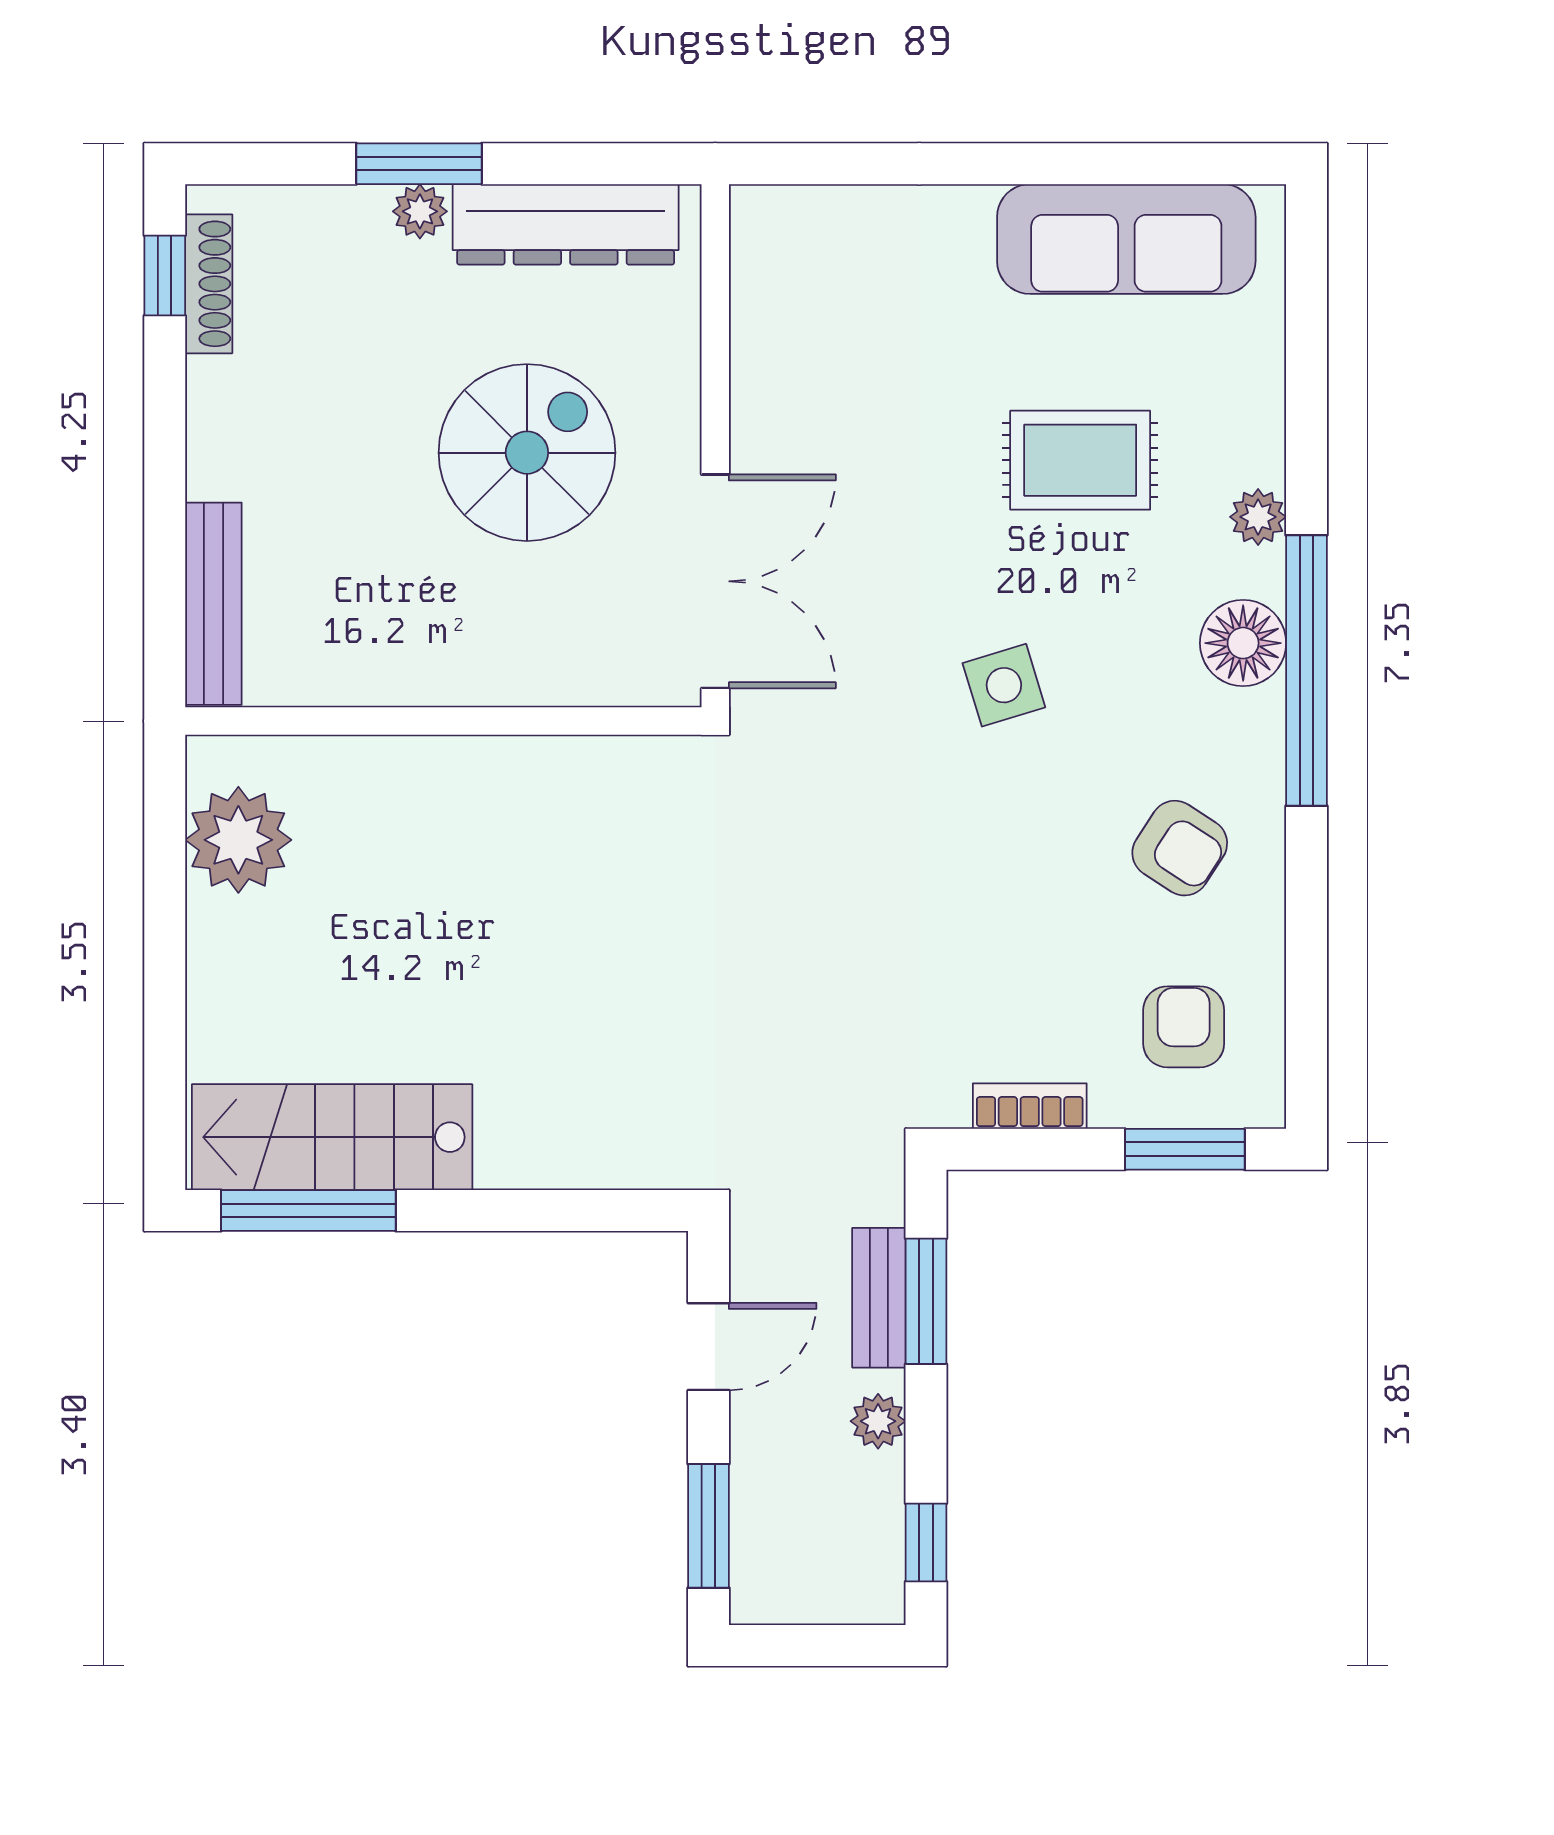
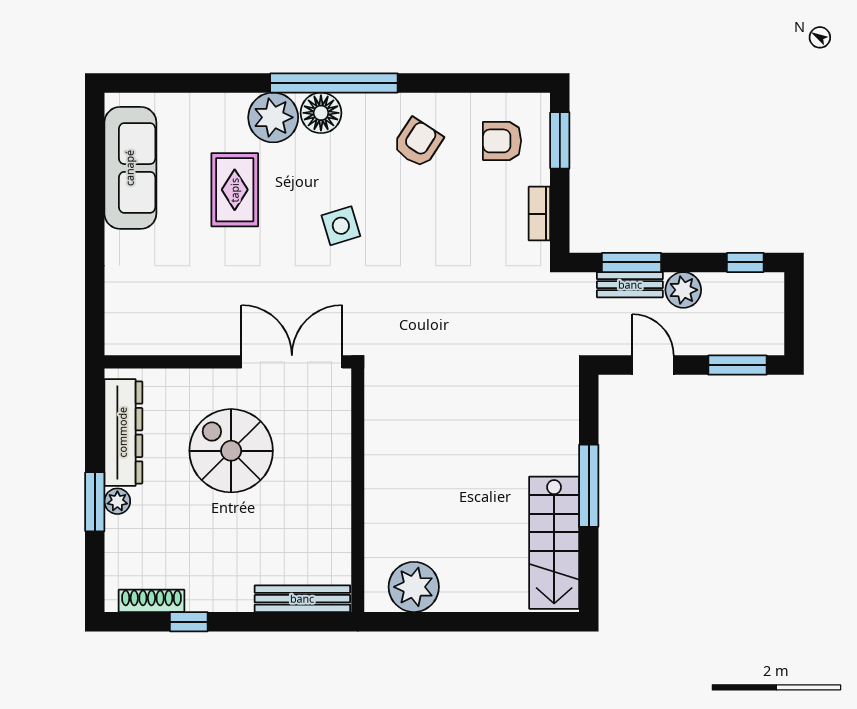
window: (165, 276) -> (189, 622), moved
plant: (1258, 517) -> (273, 117), width x1.87, depth x1.87
window: (308, 1210) -> (589, 486), moved
plant: (878, 1421) -> (683, 290), width x1.38, depth x1.38

